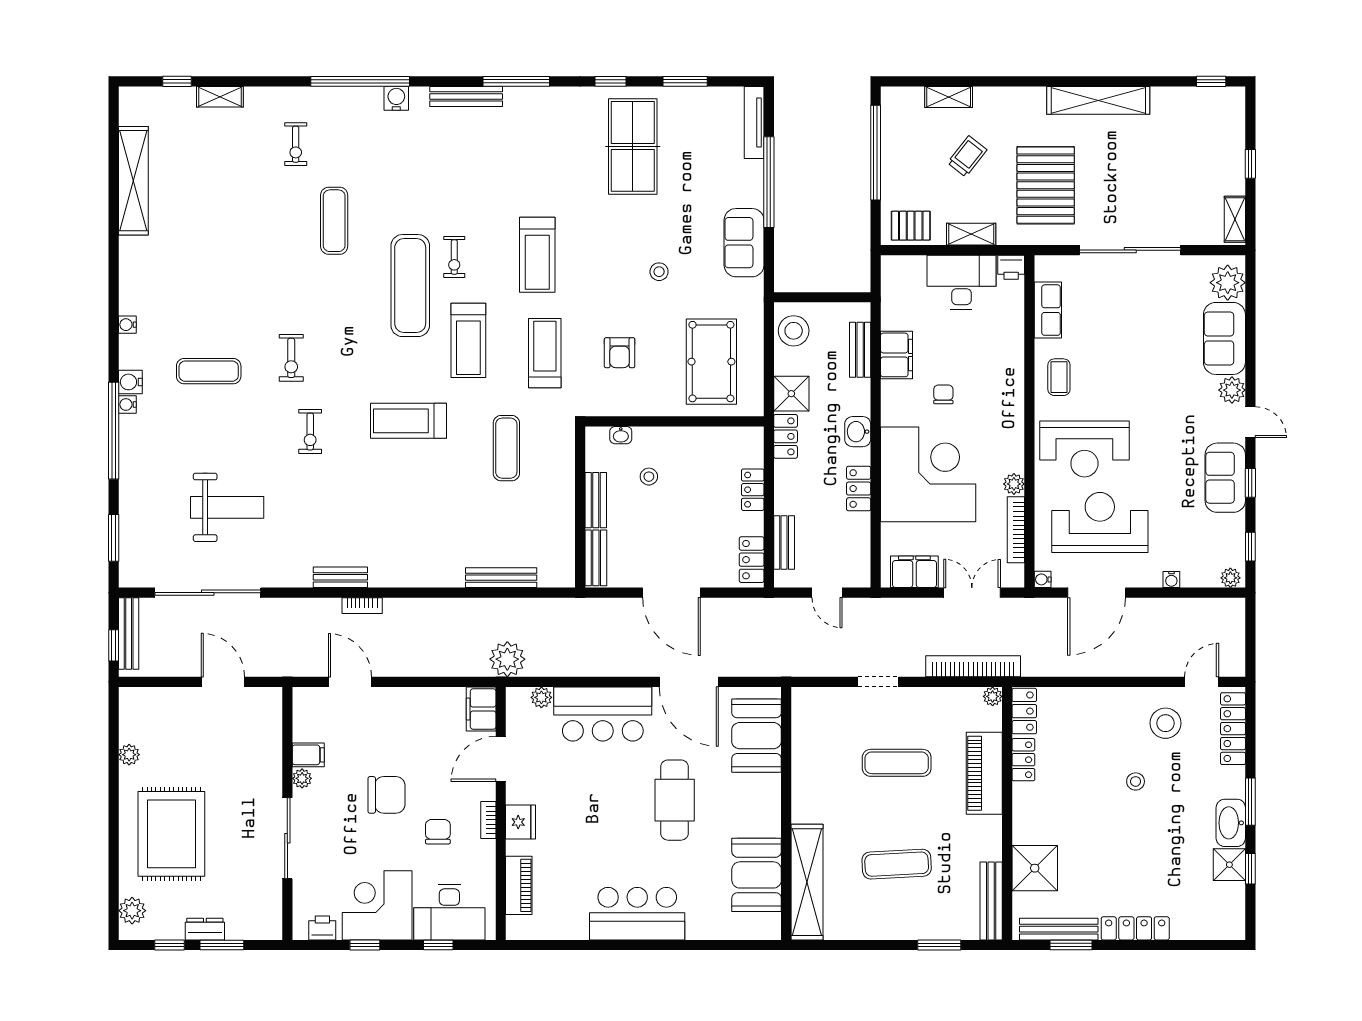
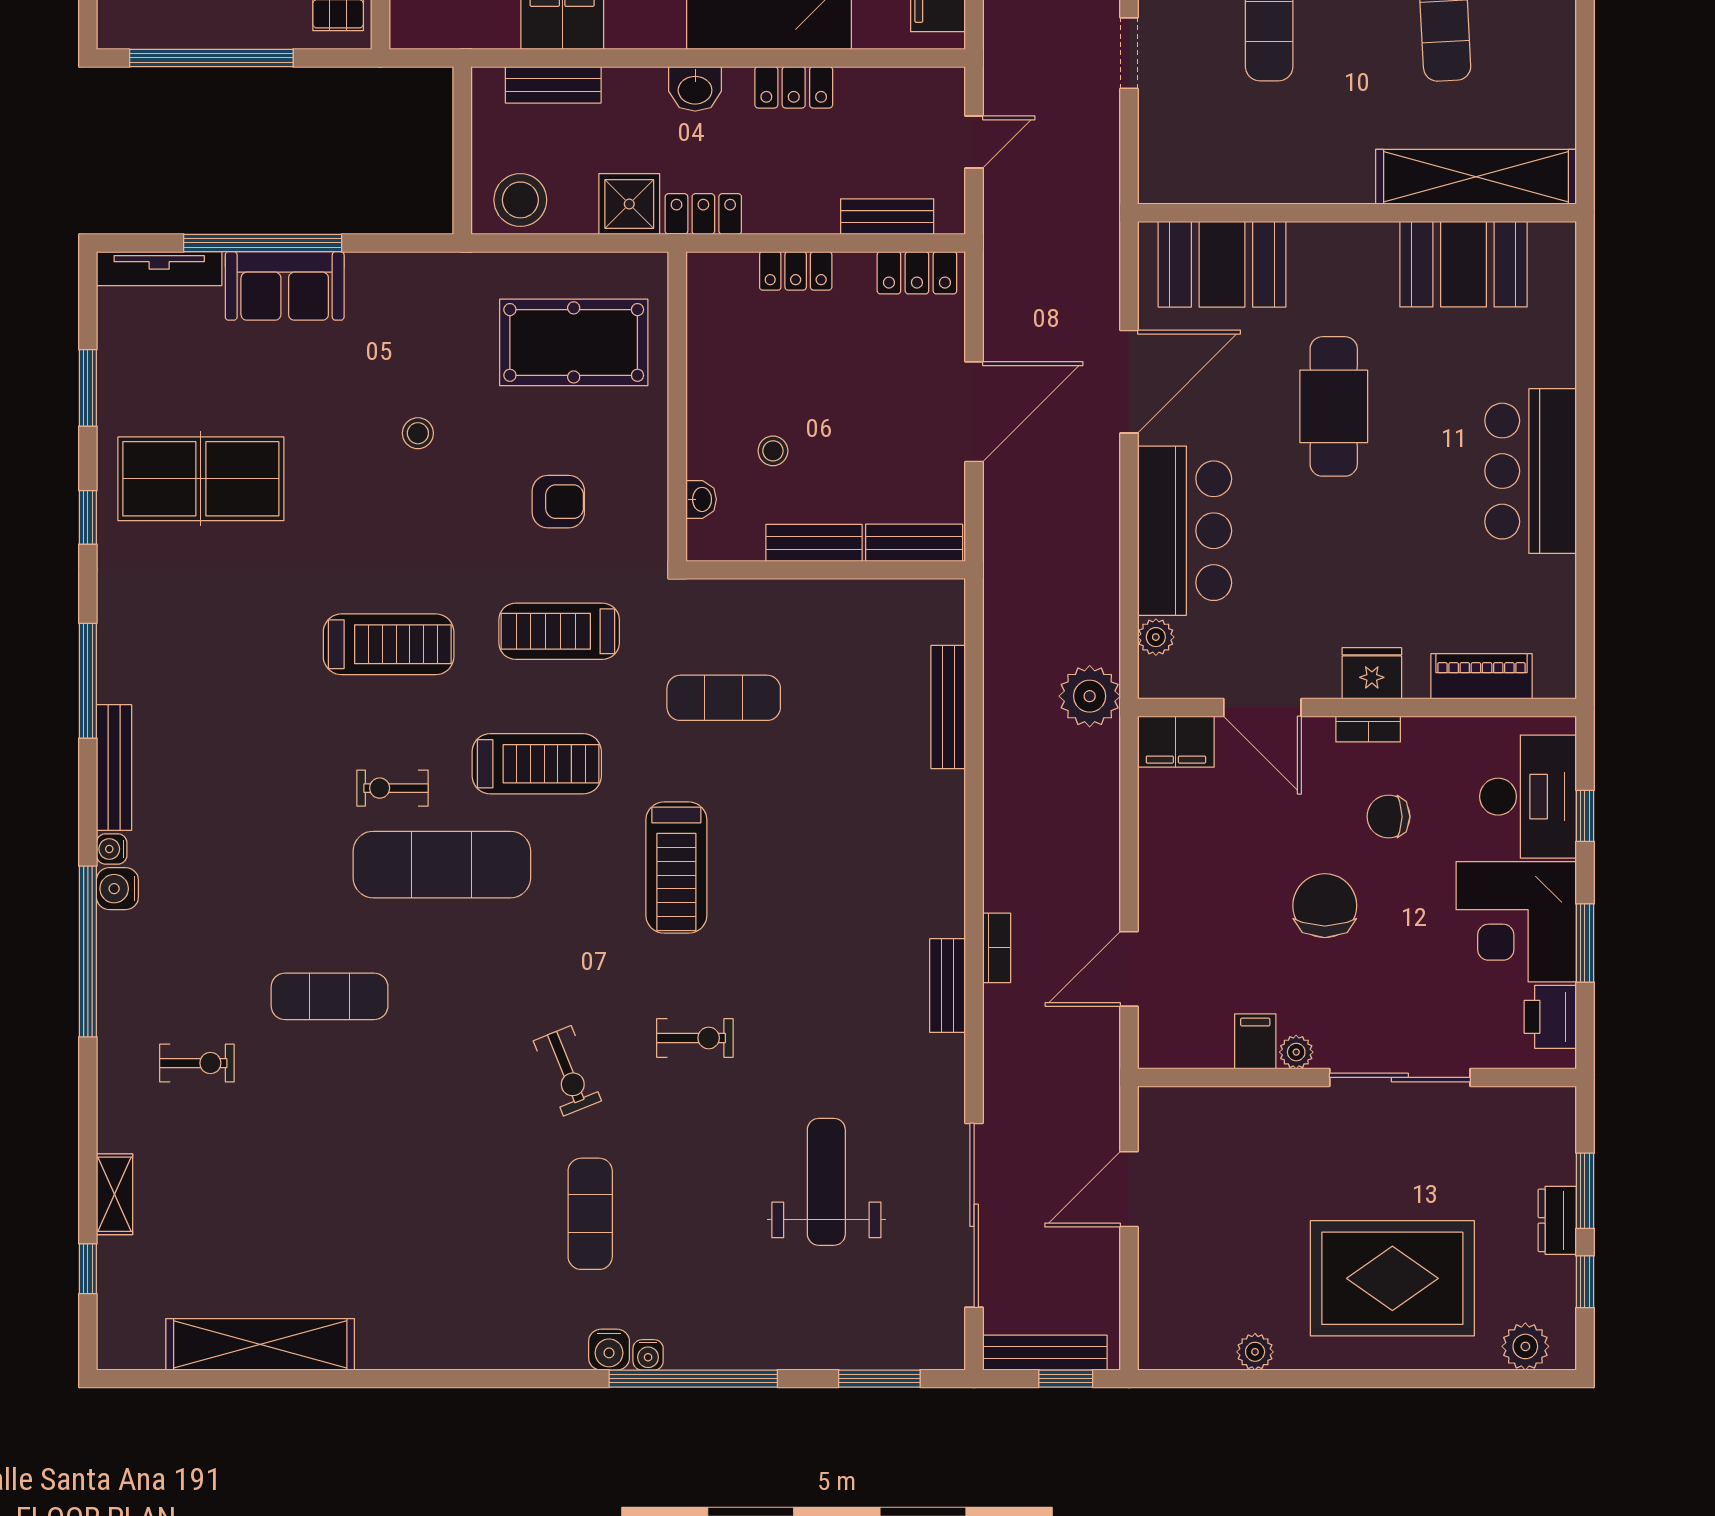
sofa: (744, 243) -> (285, 286), moved
exercise bike: (454, 257) -> (392, 788), turned 180
water cooler: (127, 325) -> (112, 849), moved, turned 90
exercise bike: (291, 358) -> (567, 1071), turned 68
cafe table: (675, 800) -> (1334, 406), turned 90
printer: (322, 928) -> (1550, 1017), width x1.36, depth x1.24
window: (365, 945) -> (1585, 943), width x1.50

